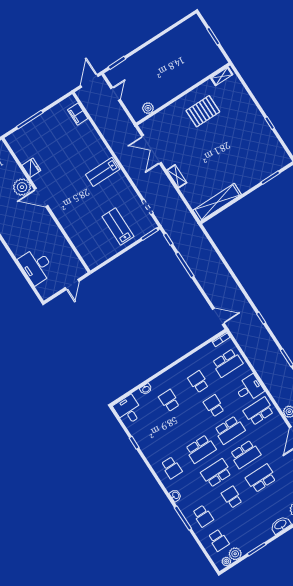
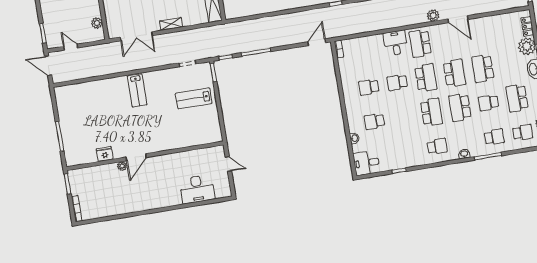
filing cabinet: (78, 114) -> (74, 90), removed
plant: (22, 187) -> (122, 166), width x0.53, depth x0.53
school desk: (227, 363) -> (517, 98), moved, turned 180

